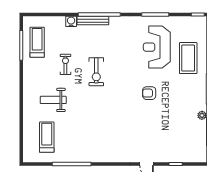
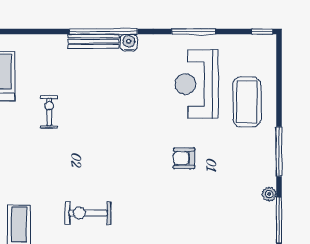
water cooler: (71, 21) -> (129, 43), moved
exercise bike: (96, 72) -> (88, 213), moved, turned 90
weight bench: (53, 100) -> (29, 169), removed

